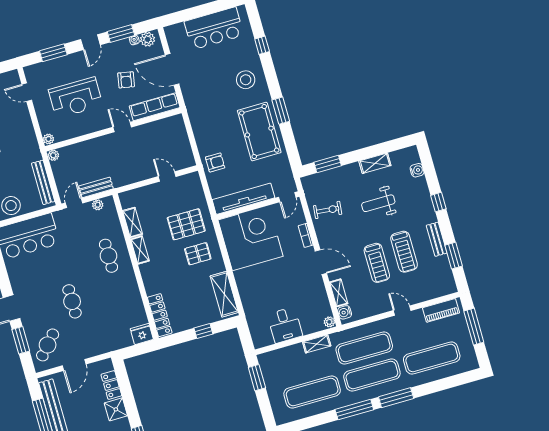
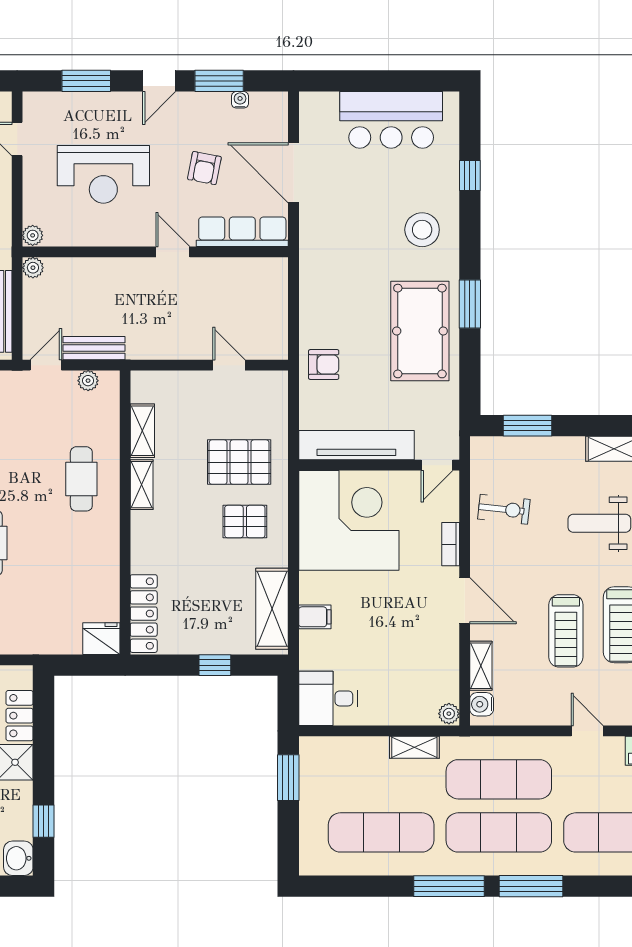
plant: (148, 39) -> (265, 105), removed
filing cabinet: (247, 292) -> (315, 617), added
desk: (285, 325) -> (328, 698), moved, turned 90

